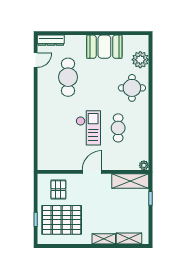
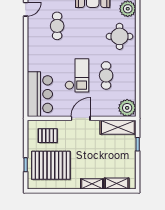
cafe table: (68, 77) -> (57, 26), width x0.73, depth x0.74
bar counter: (50, 147) -> (40, 94), added
plant: (144, 165) -> (127, 108), width x1.88, depth x1.88
pallet: (58, 190) -> (48, 136), turned 90

